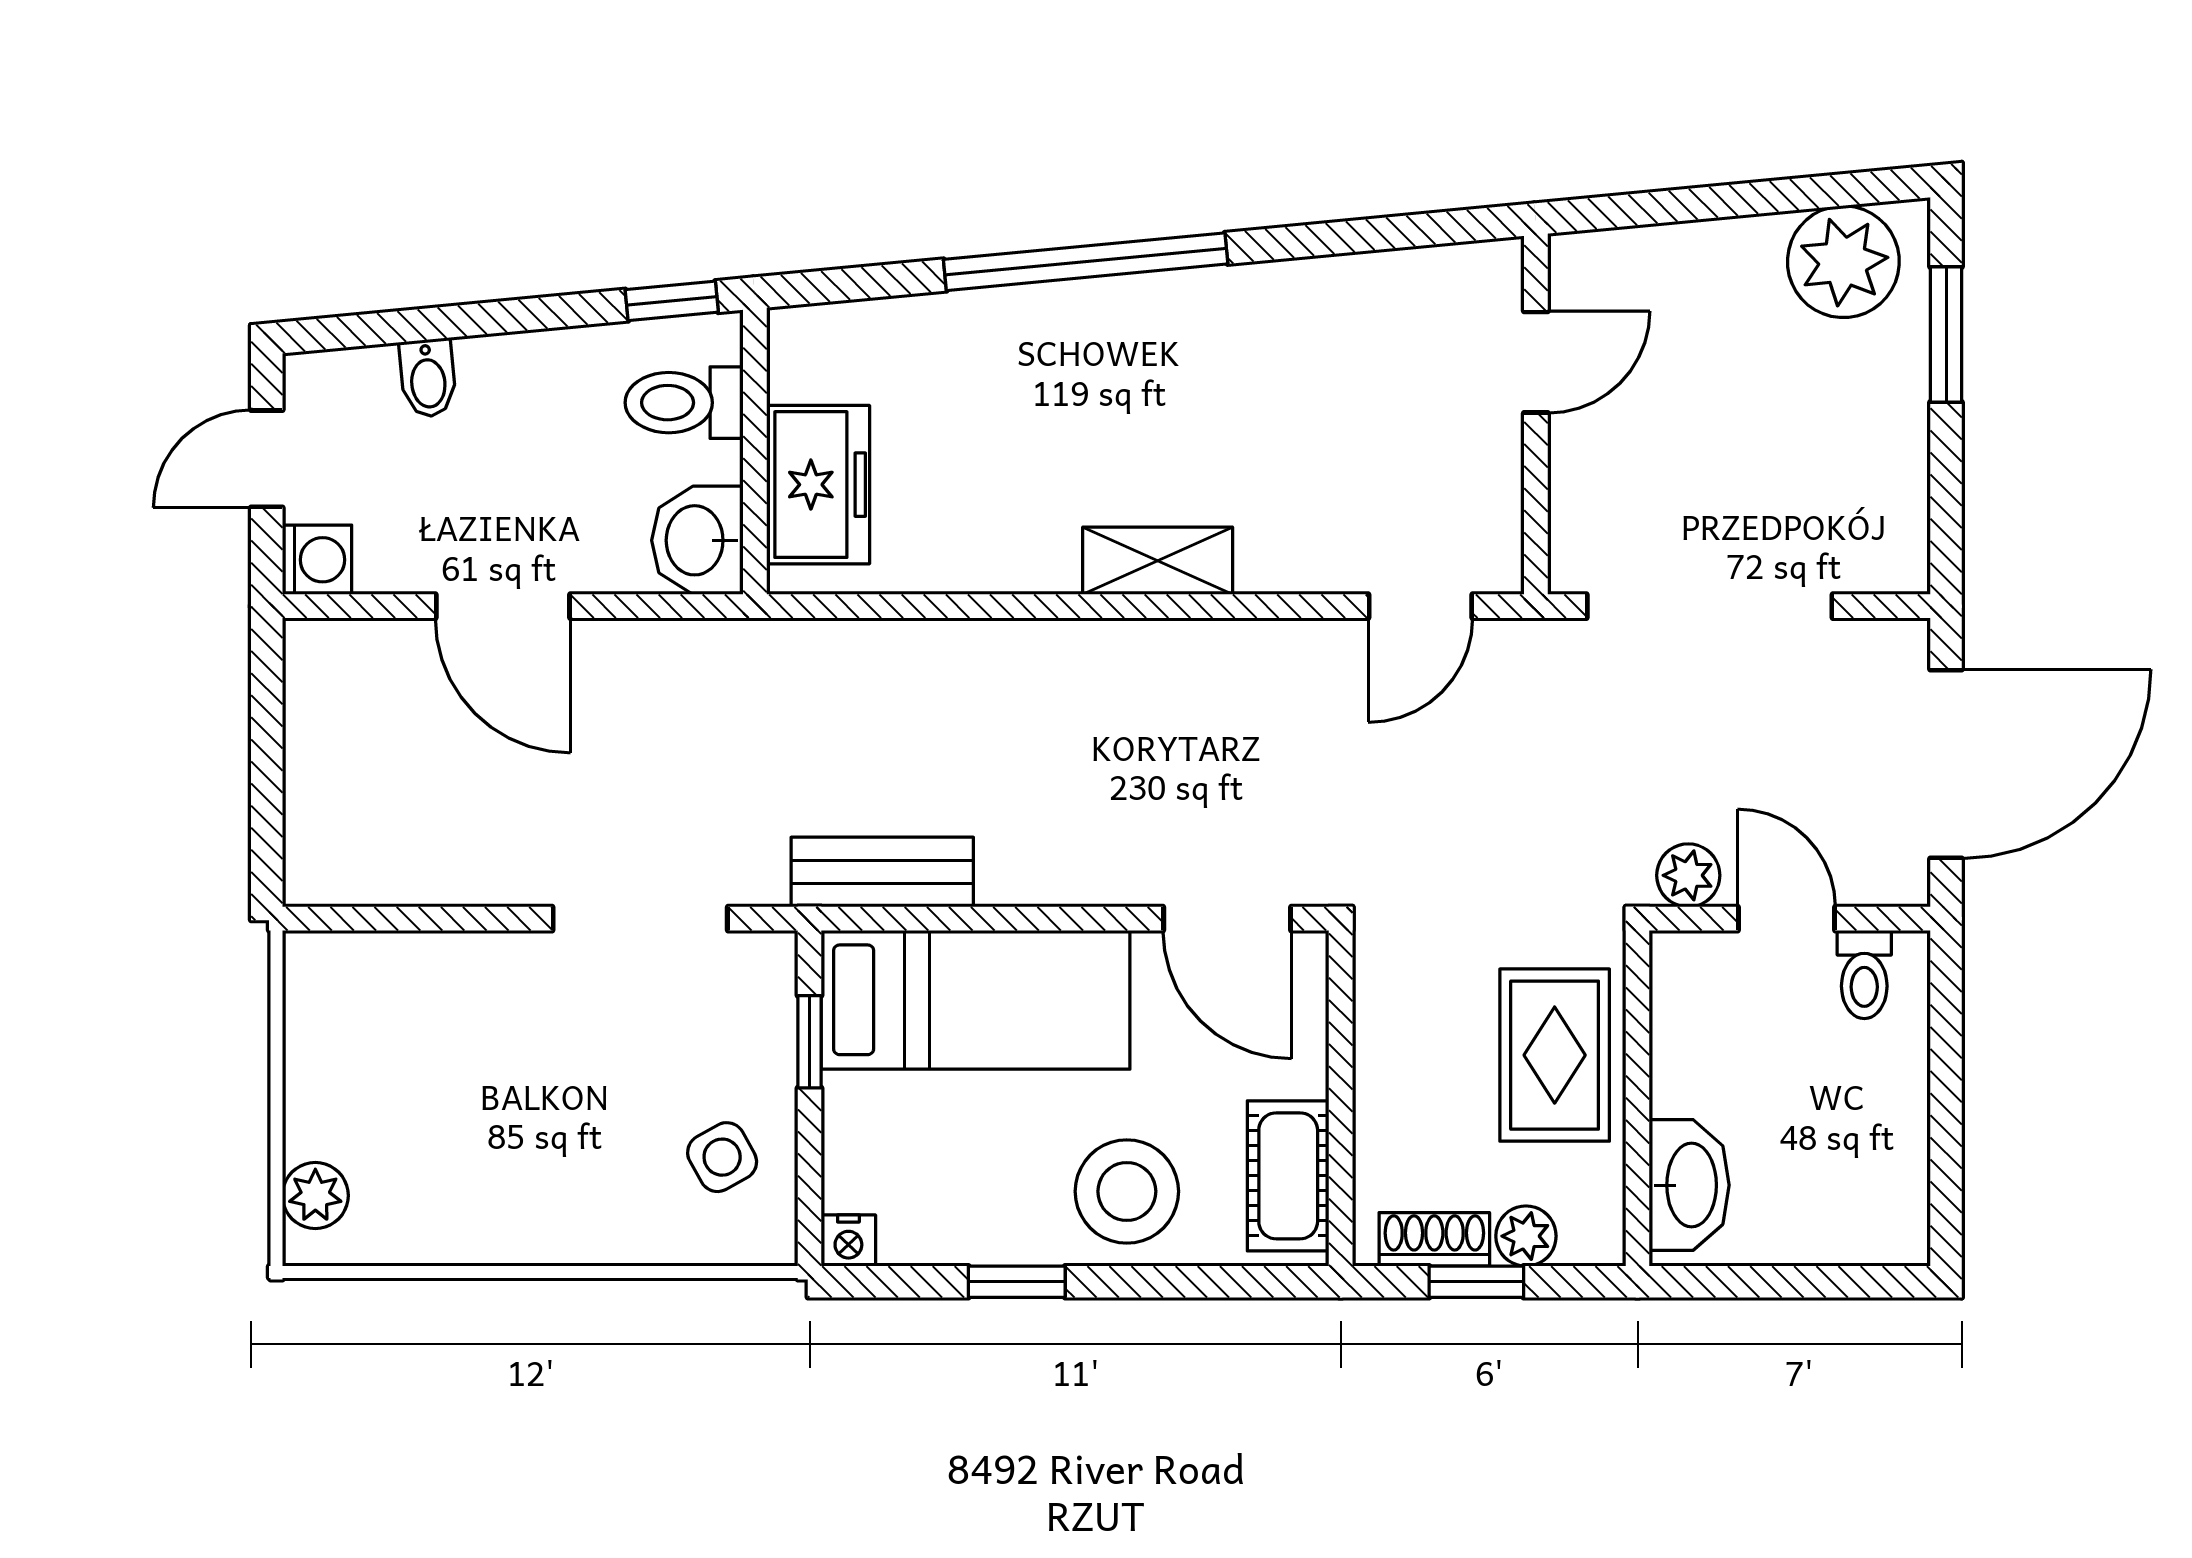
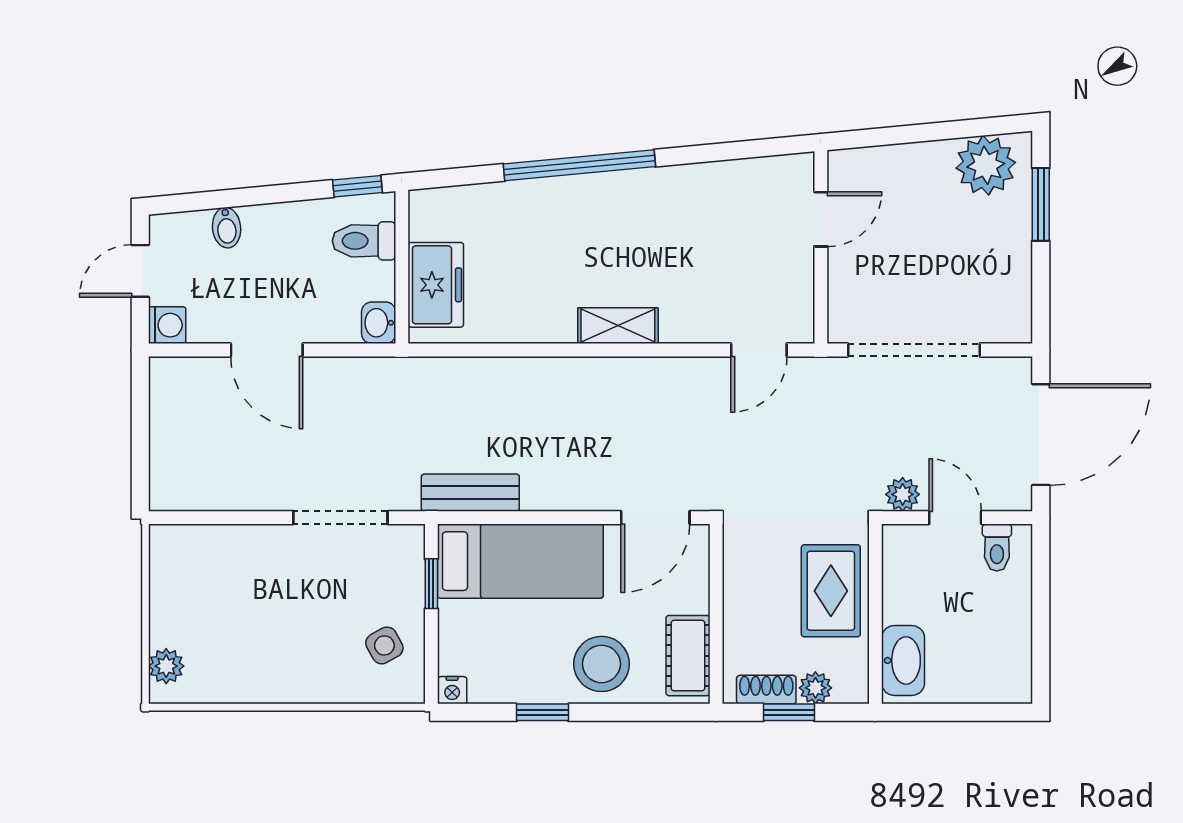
washbasin: (697, 540) -> (379, 323), width x0.72, depth x0.69
door: (1227, 919) -> (655, 518), hinge flipped

